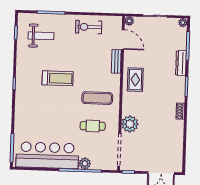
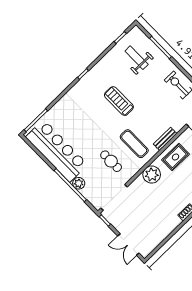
weight bench: (41, 36) -> (137, 58), turned 180
bench: (116, 61) -> (165, 139), moved
treadmill: (58, 78) -> (119, 101), turned 180
plant: (130, 124) -> (152, 175), moved

